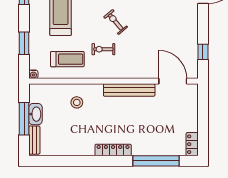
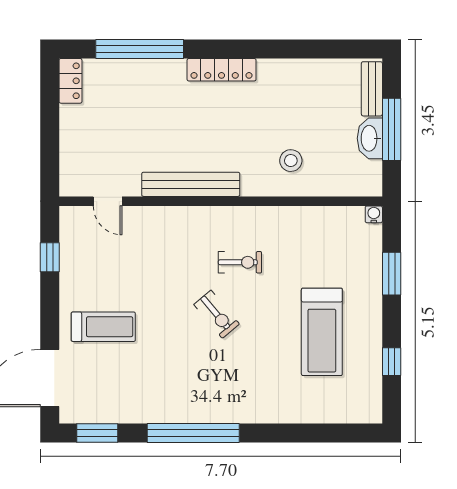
treadmill: (67, 59) -> (103, 327), moved, turned 180
door: (173, 81) -> (108, 201), width x0.53

